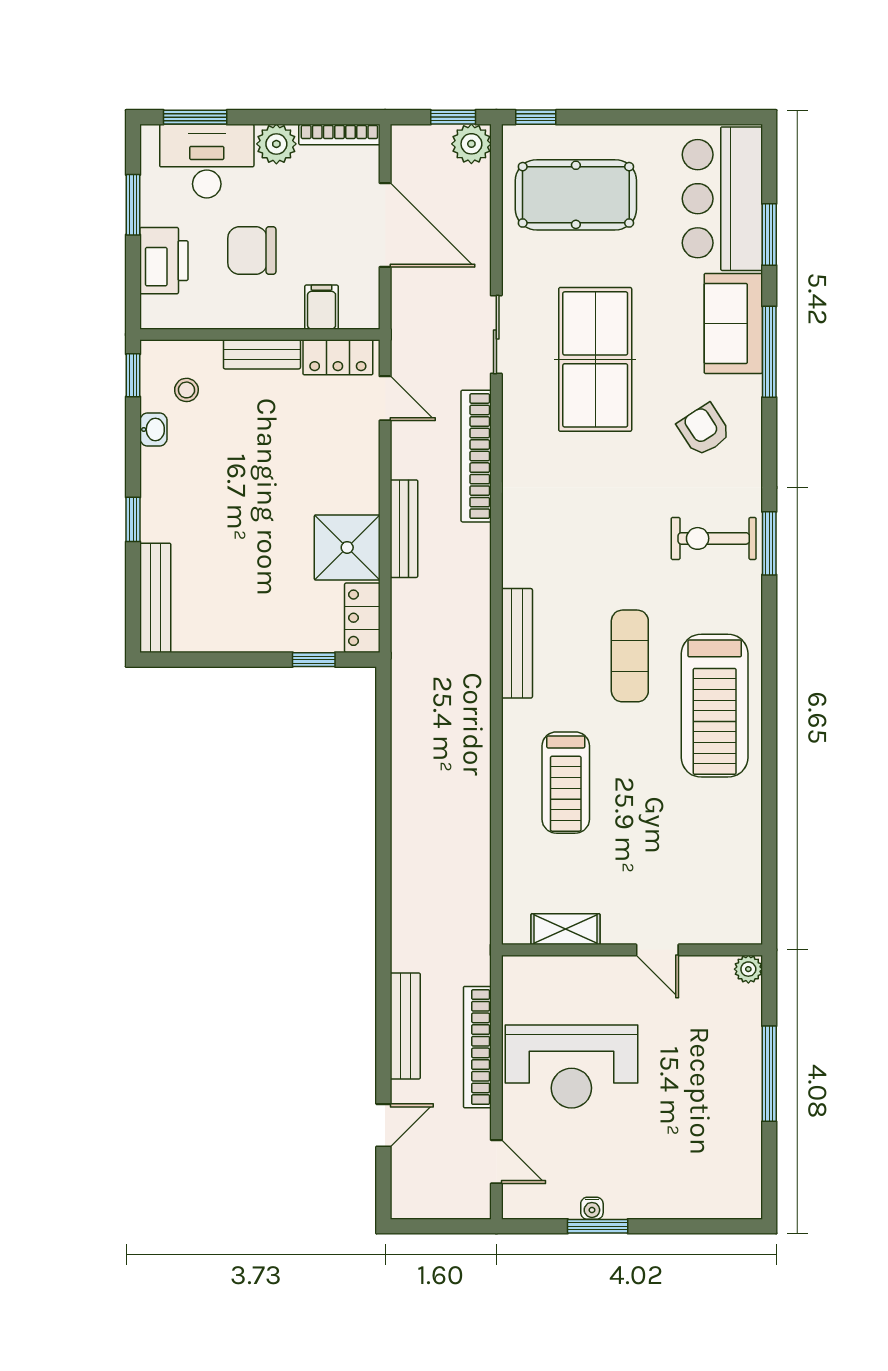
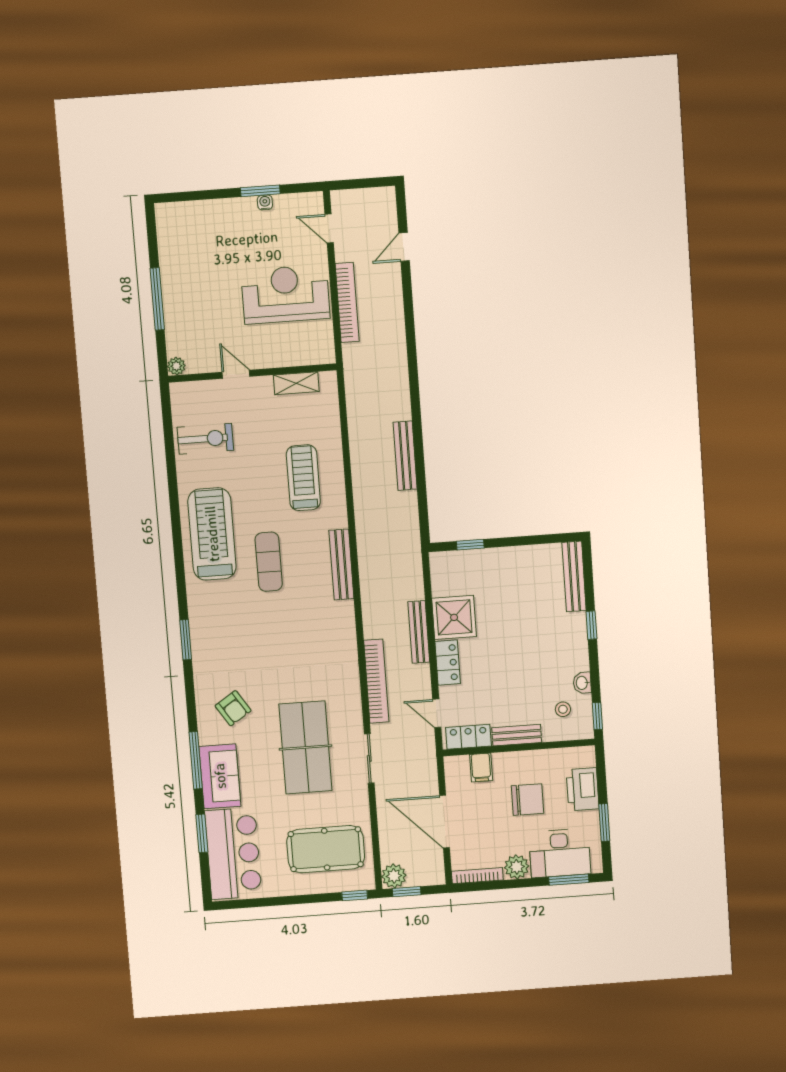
exercise bike: (714, 538) -> (205, 439), moved
locker: (362, 618) -> (448, 663), moved
bench: (405, 1026) -> (405, 456), moved

